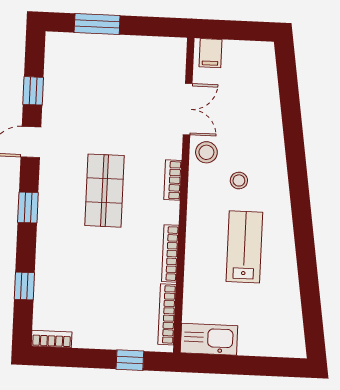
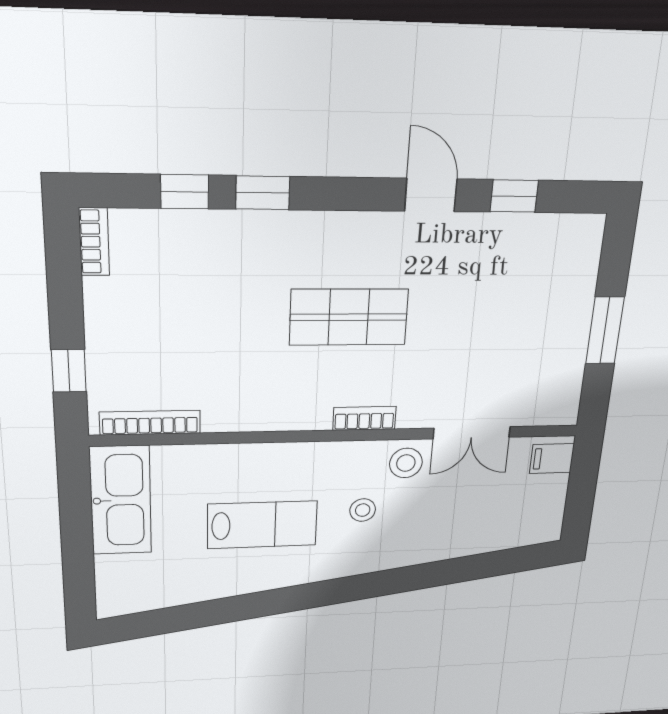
window: (97, 24) -> (605, 330), moved
window: (28, 208) -> (263, 193), moved
bookcase: (170, 253) -> (249, 422), removed
kitchen sink: (209, 339) -> (121, 500), width x1.36, depth x1.24

